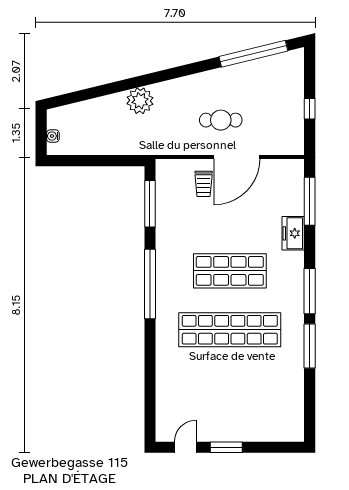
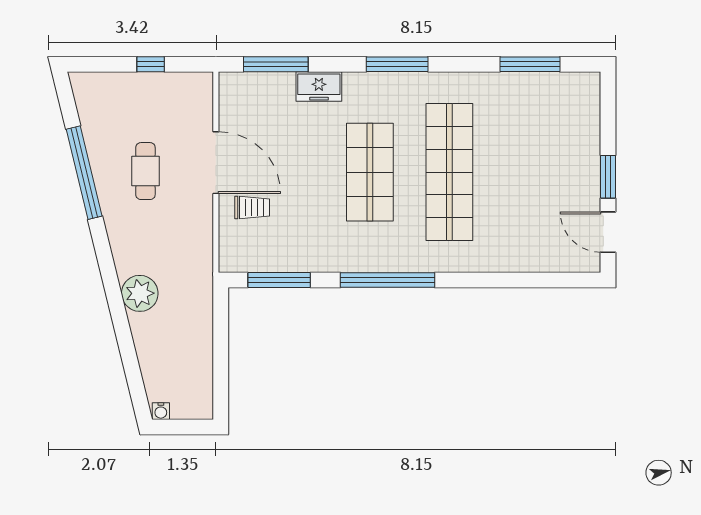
window: (253, 54) -> (84, 173), moved
cafe table: (221, 120) -> (145, 171), moved
water cooler: (53, 136) -> (161, 411), moved
window: (310, 346) -> (530, 64), moved
door: (185, 447) -> (608, 232), width x1.38

